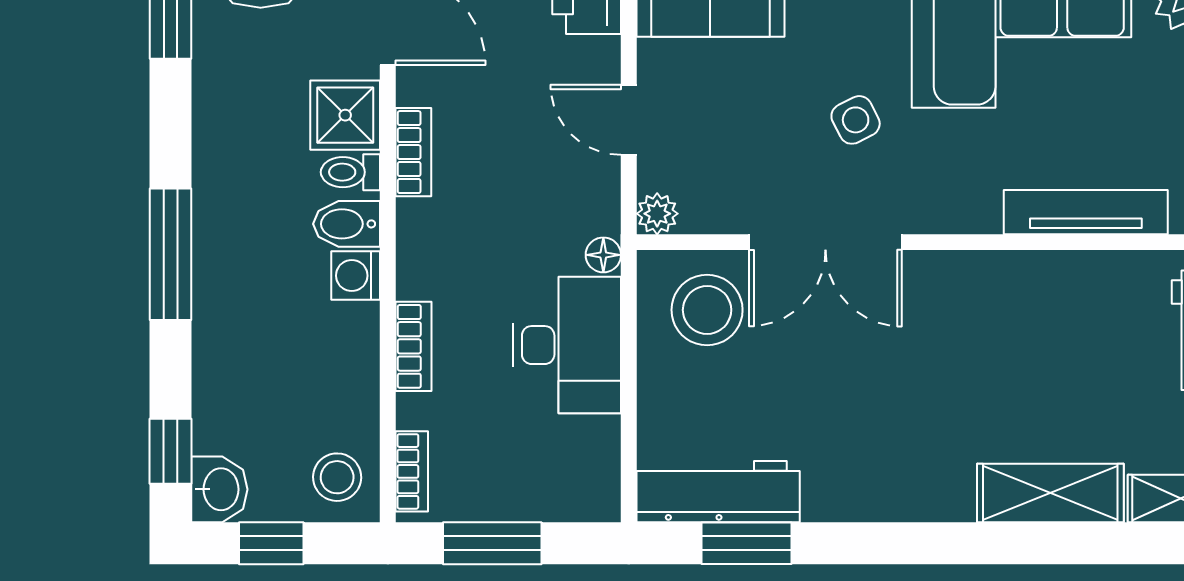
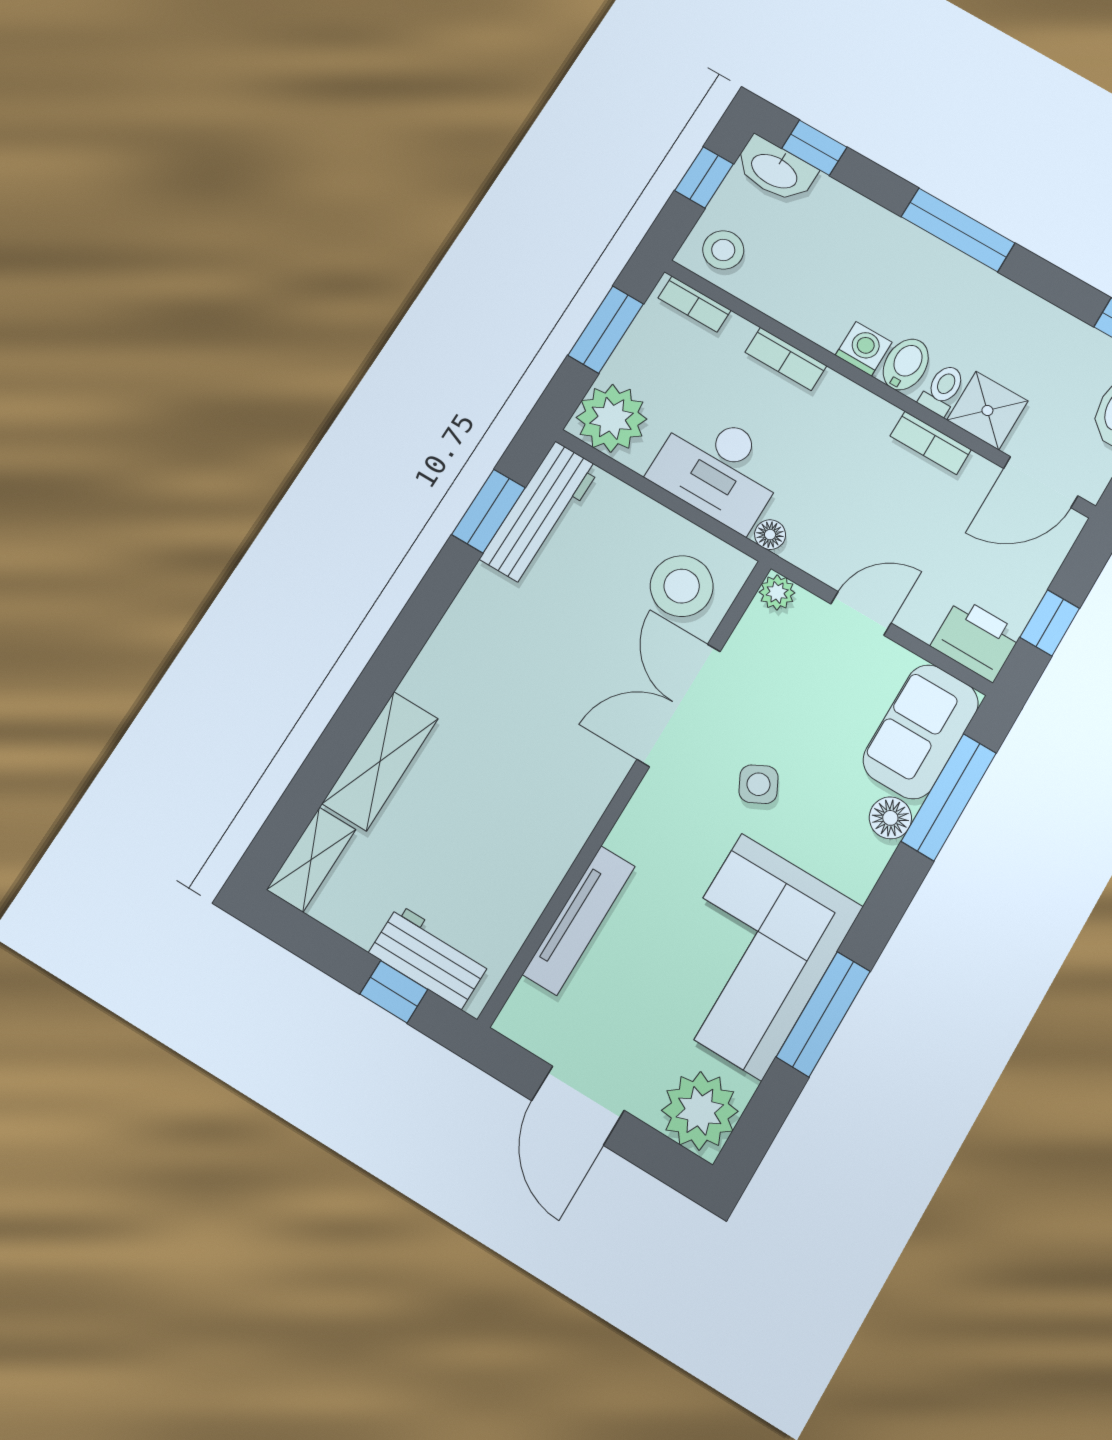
plant: (580, 481) -> (612, 418), added
washbasin: (219, 489) -> (775, 170), width x1.38

